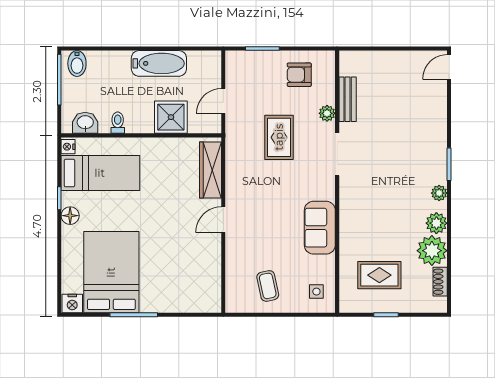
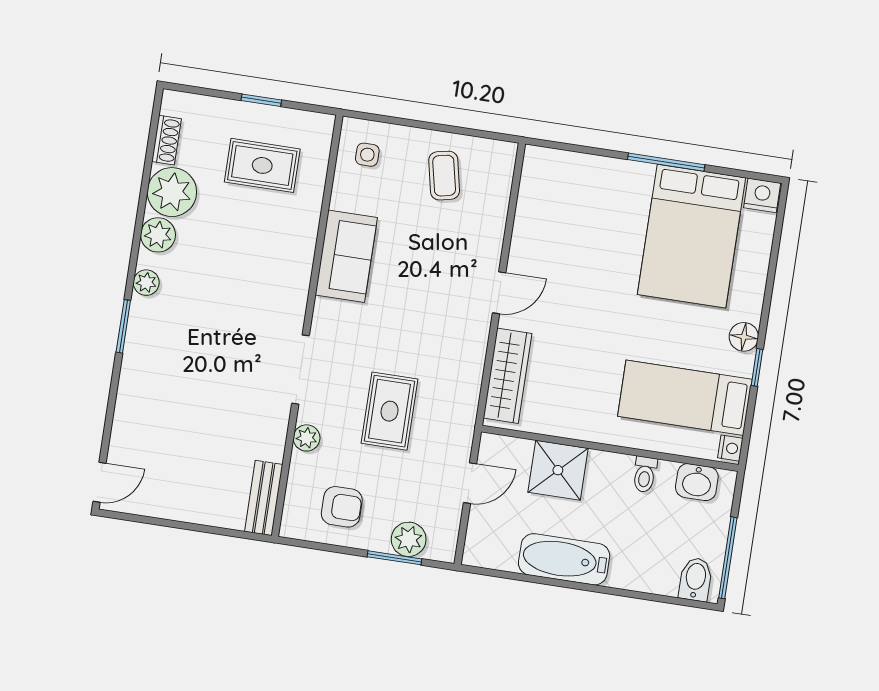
plant: (255, 61) -> (409, 539), added
bench: (348, 99) -> (264, 498), moved

